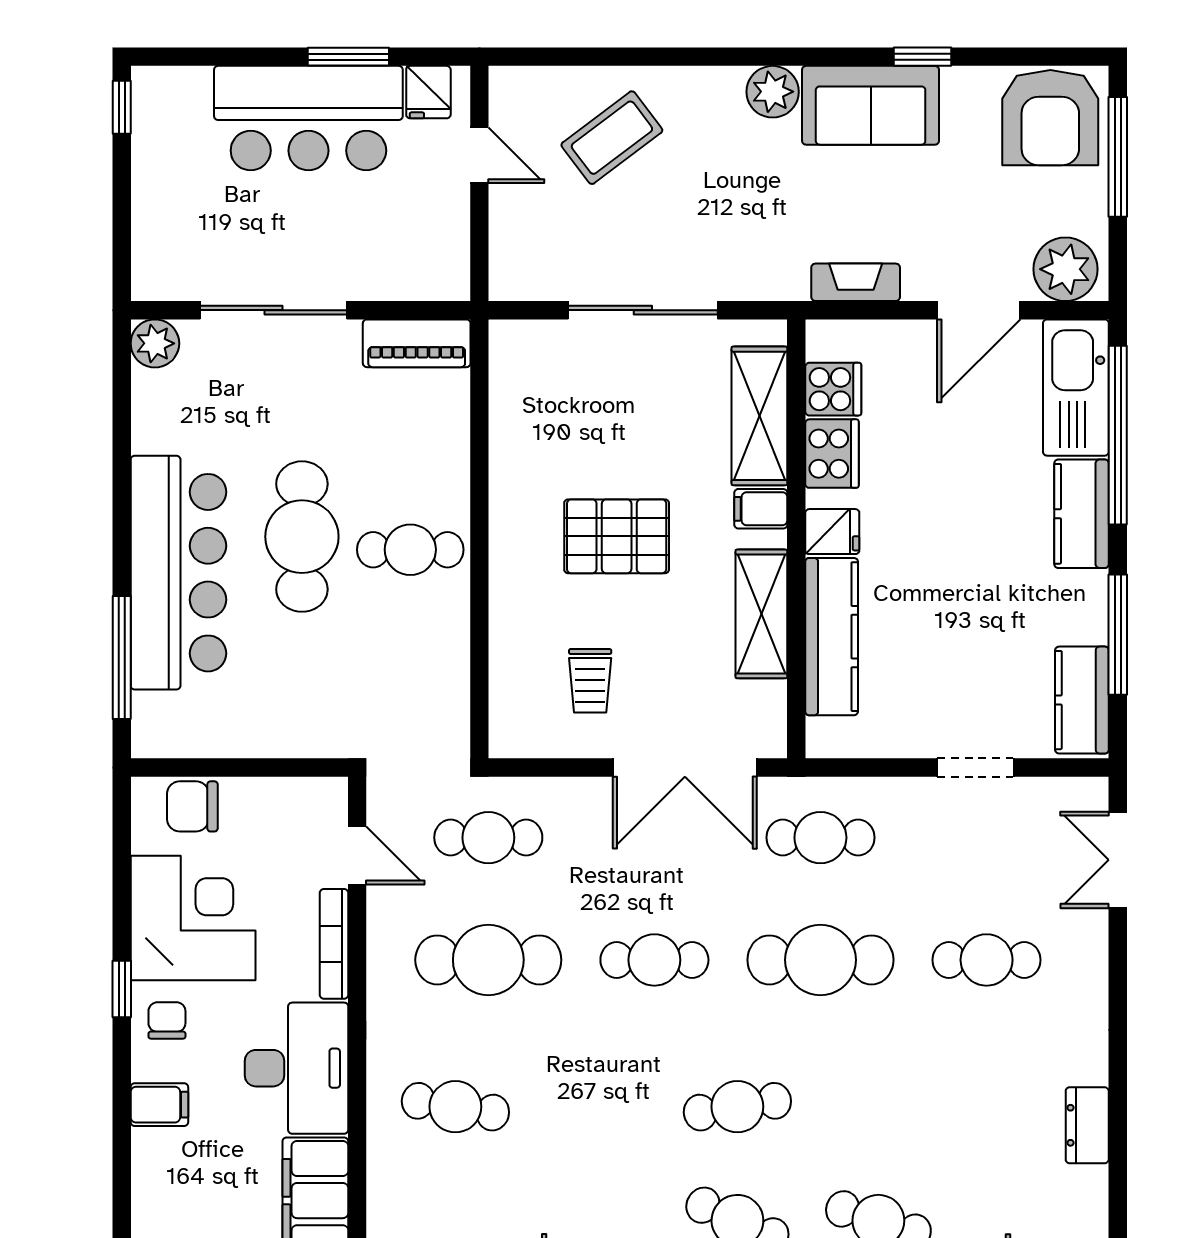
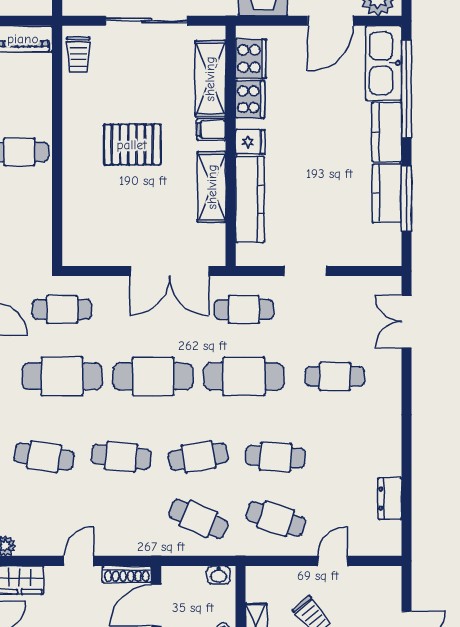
cooker: (833, 389) -> (251, 59), width x1.36
trolley: (590, 681) -> (78, 54), moved
kitchen counter: (1082, 700) -> (387, 193), moved
doorway: (976, 767) -> (305, 271), moved
cafe table: (654, 960) -> (153, 376), width x1.37, depth x1.35
cafe table: (596, 1107) -> (121, 457), added
cafe table: (878, 1107) -> (276, 457), added
dresser: (1087, 1125) -> (390, 499), moved

